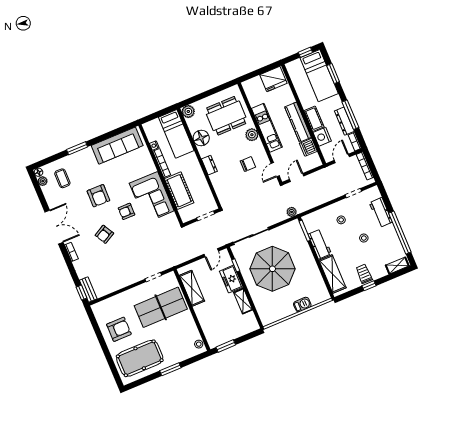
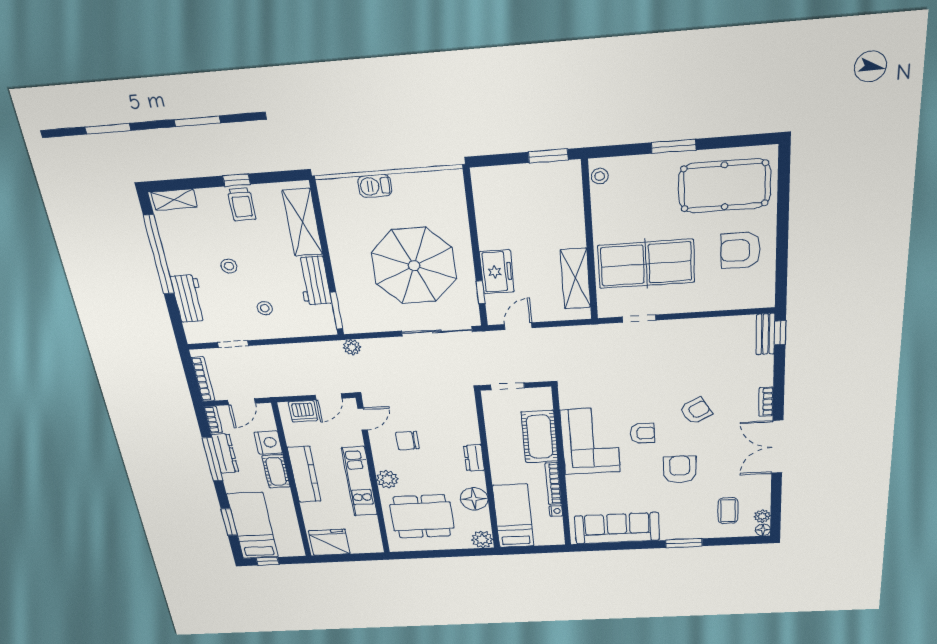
dishwasher: (308, 147) -> (303, 411), moved, turned 90
shelving: (243, 301) -> (487, 227), removed

